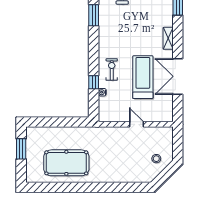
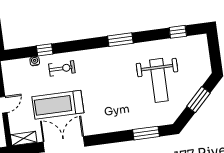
shelving: (168, 38) -> (24, 138), moved
treadmill: (143, 77) -> (58, 105), turned 180

